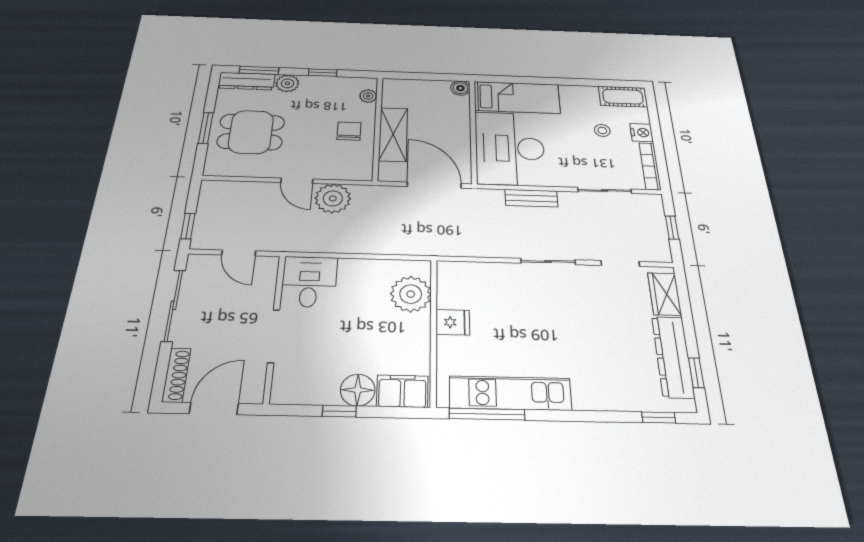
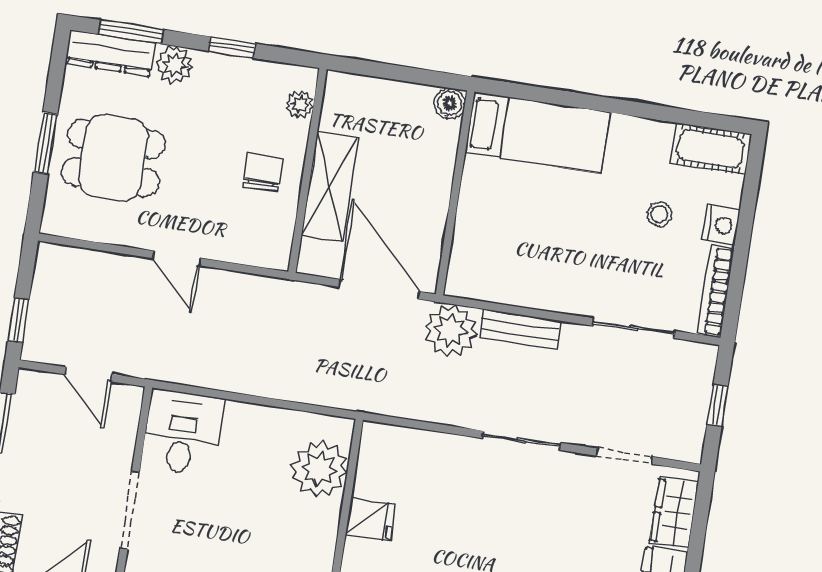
desk: (510, 148) -> (506, 233), removed
plant: (333, 198) -> (451, 331), moved

